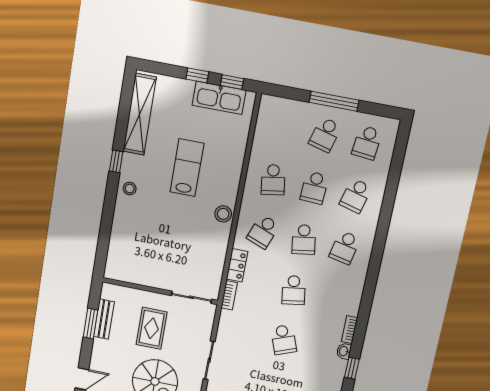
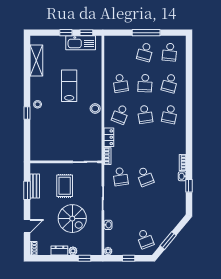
shelving: (140, 114) -> (36, 61), width x0.68
window: (116, 161) -> (27, 113), moved
school desk: (294, 290) -> (120, 177), moved

